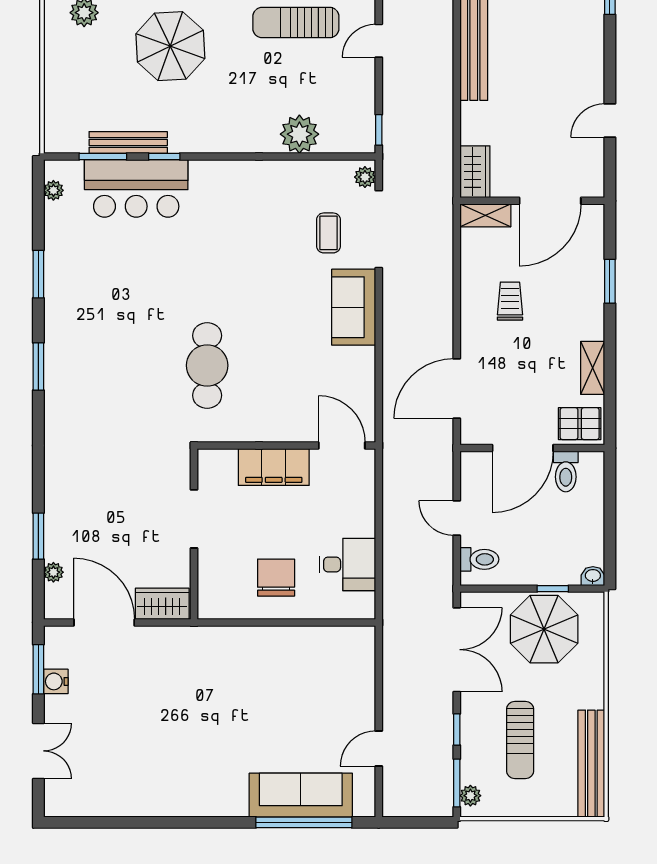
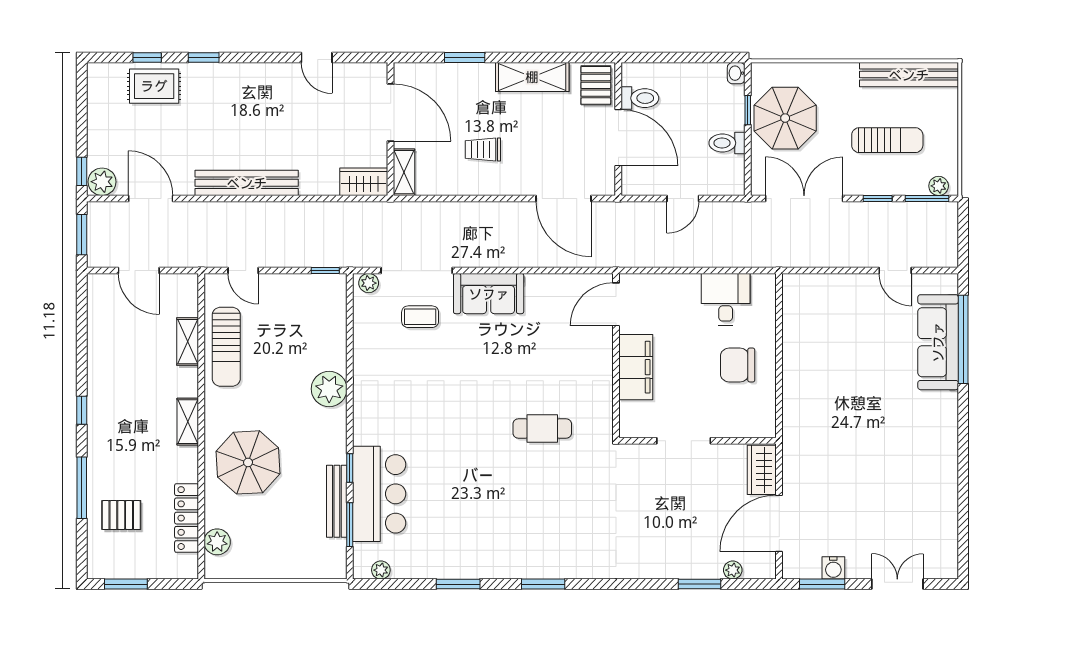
plant: (299, 134) -> (329, 389), moved
cafe table: (207, 365) -> (542, 429), width x0.73, depth x0.74
shelving: (593, 368) -> (532, 77), width x1.50, depth x1.33
toilet: (479, 559) -> (727, 143), moved, turned -90

